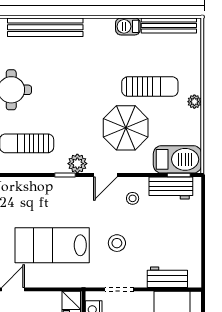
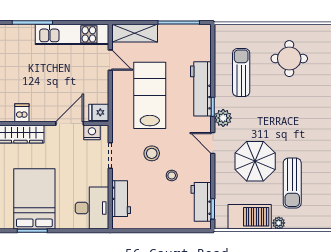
barbecue: (177, 159) -> (250, 217), moved, turned -90
workbench: (45, 188) -> (201, 89), added
stool: (133, 198) -> (172, 175), moved

